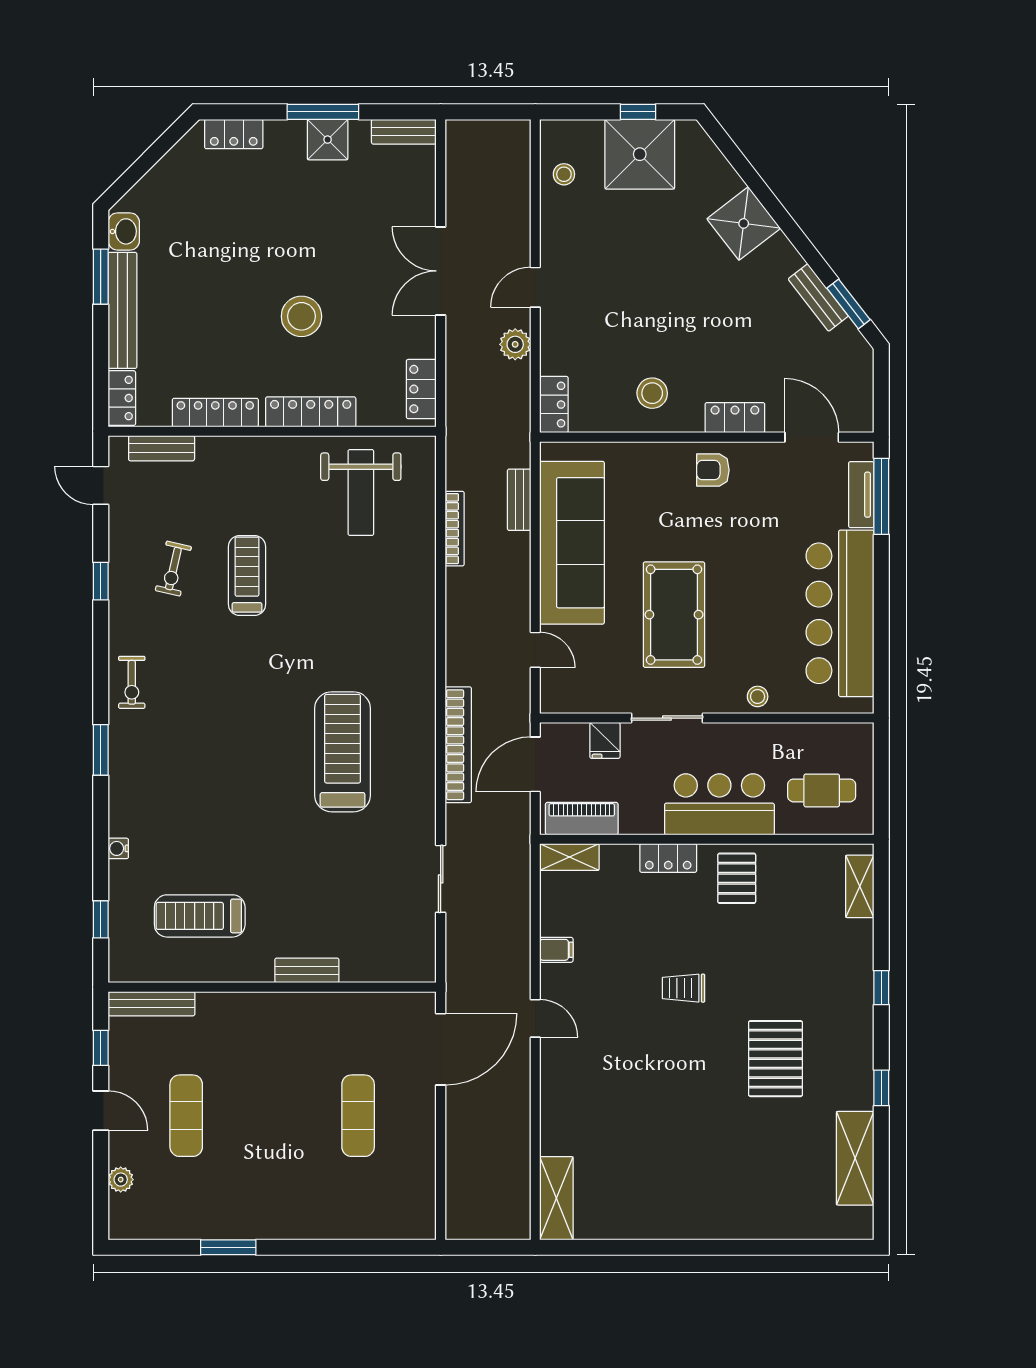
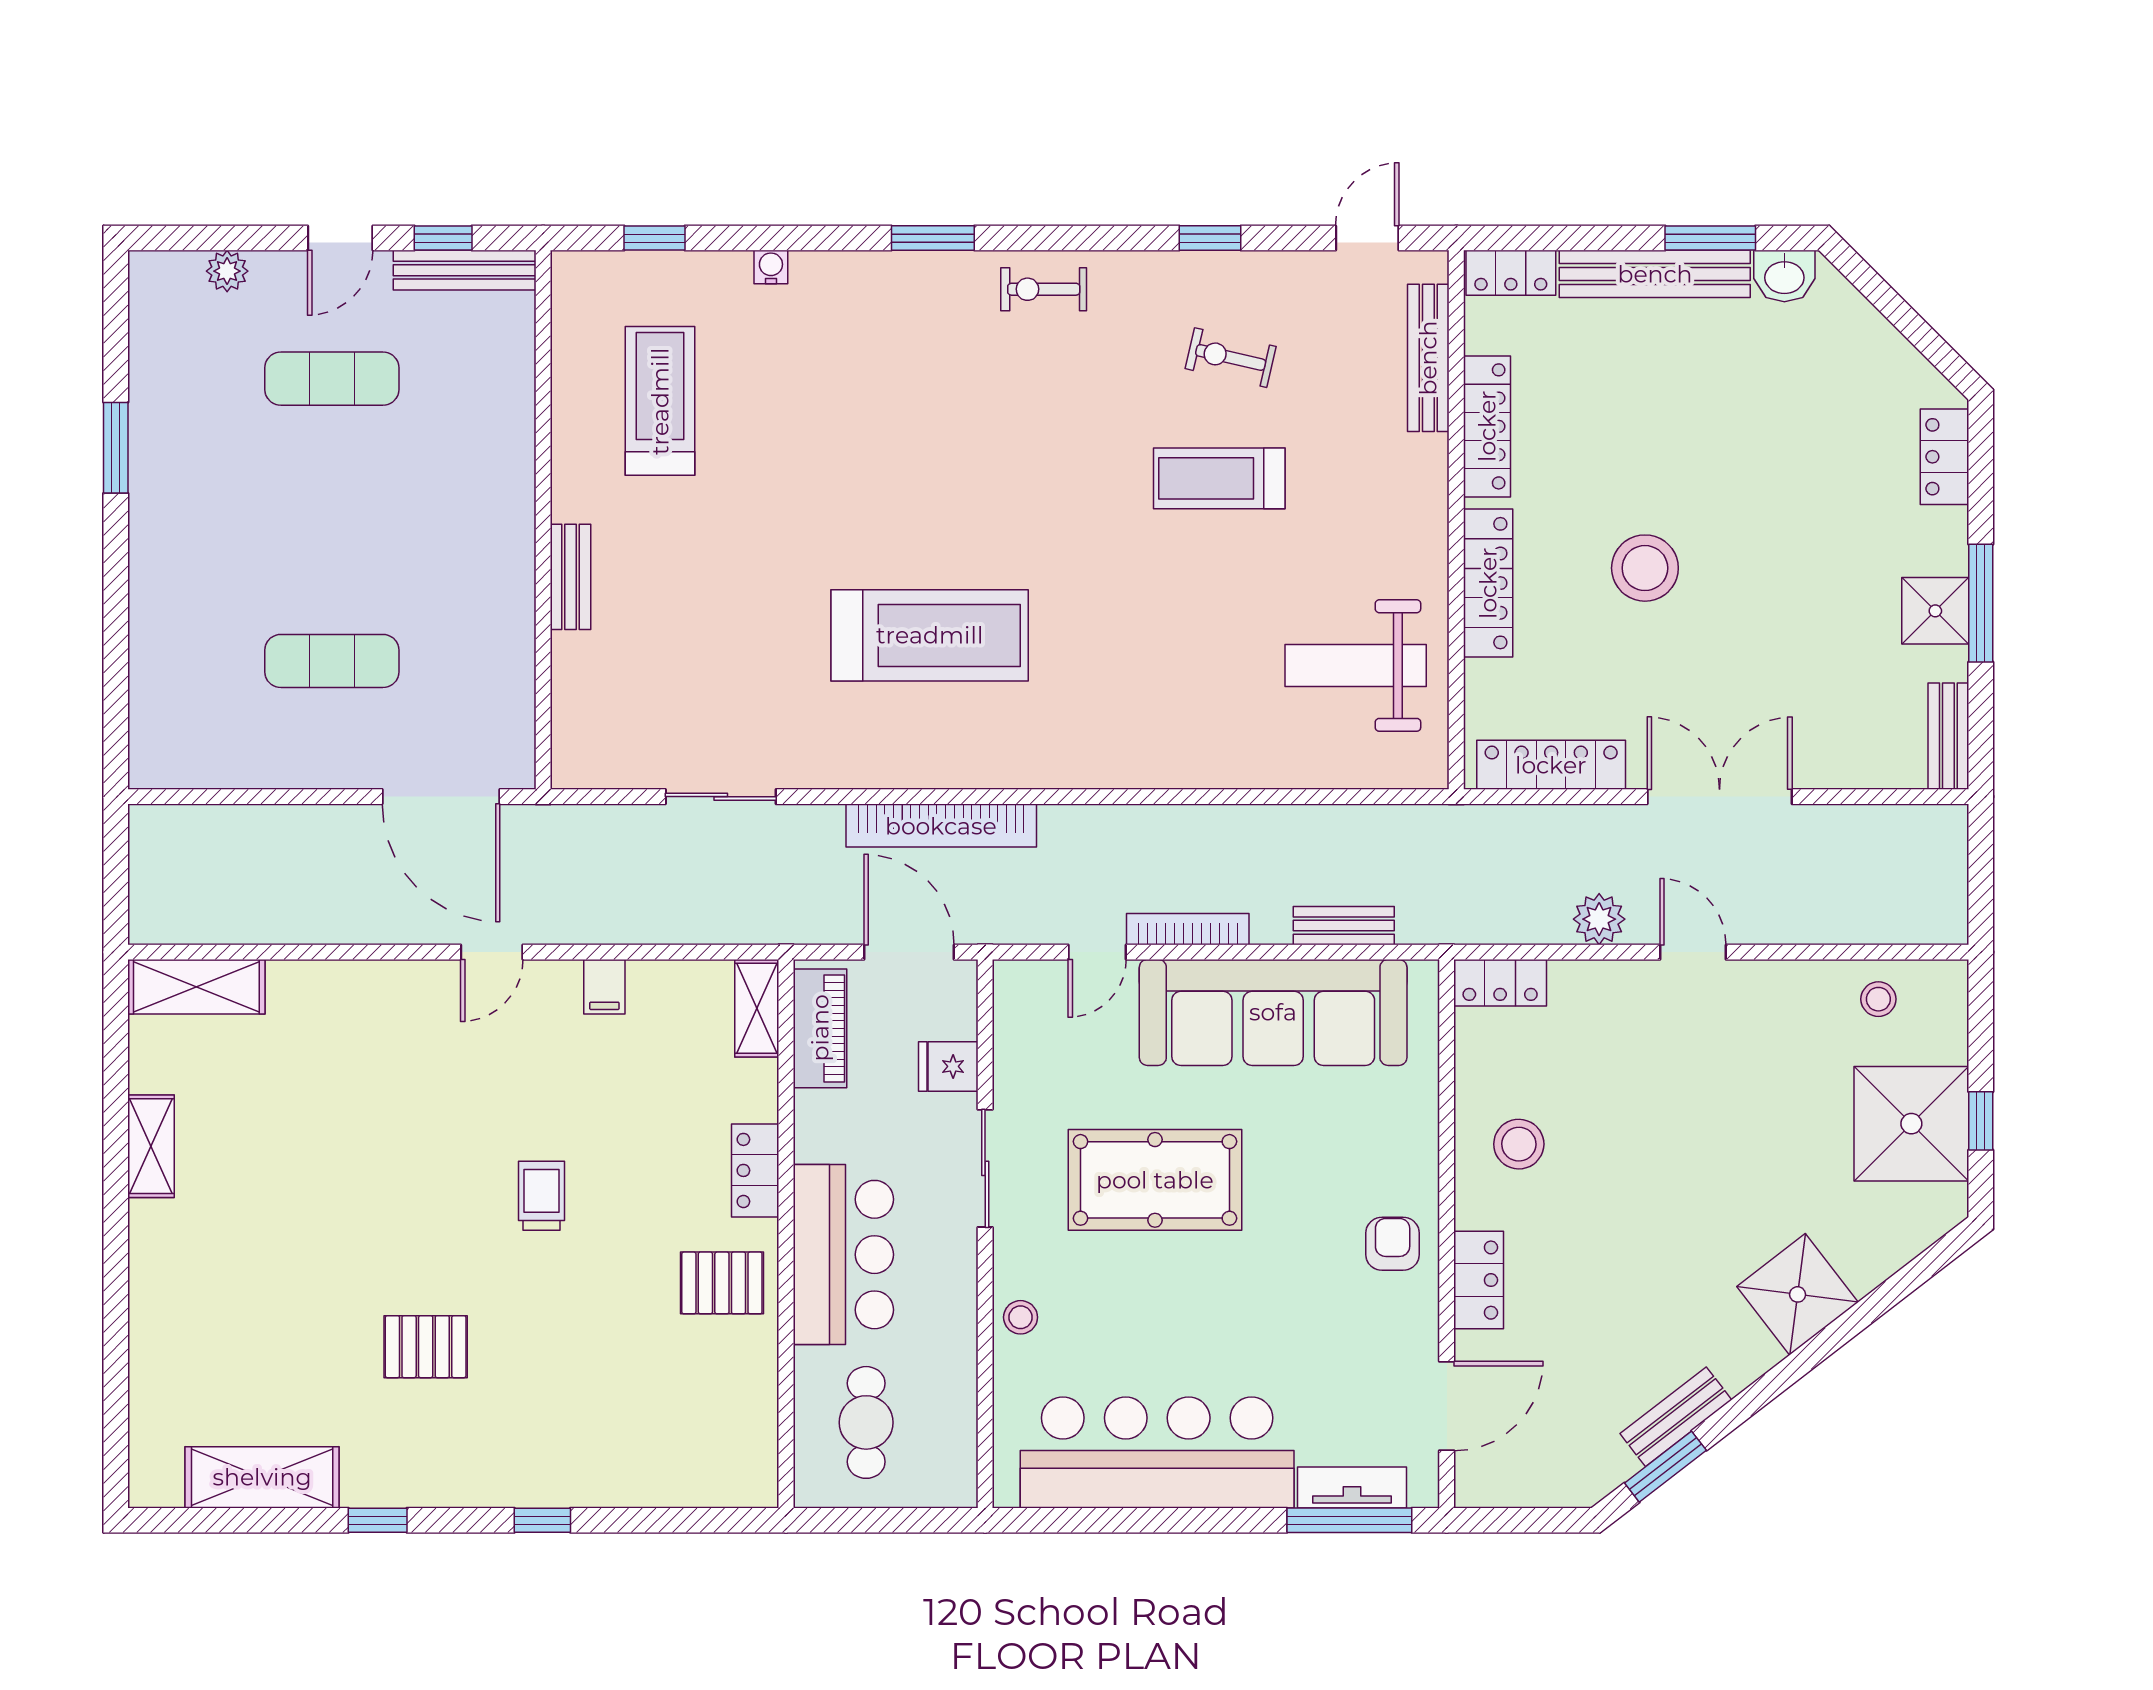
locker: (421, 389) -> (1551, 765), width x1.53
bench: (162, 448) -> (1428, 358), width x1.36
bookcase: (455, 529) -> (1188, 929), moved, turned 180
treadmill: (247, 575) -> (1219, 478), turned 180
shelving: (860, 886) -> (151, 1146), moved, turned 90
bench: (151, 1004) -> (465, 270), moved, turned 90
pallet: (775, 1059) -> (426, 1347), width x0.67, depth x0.71

